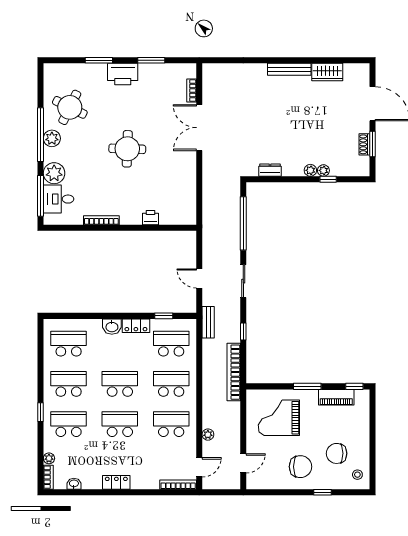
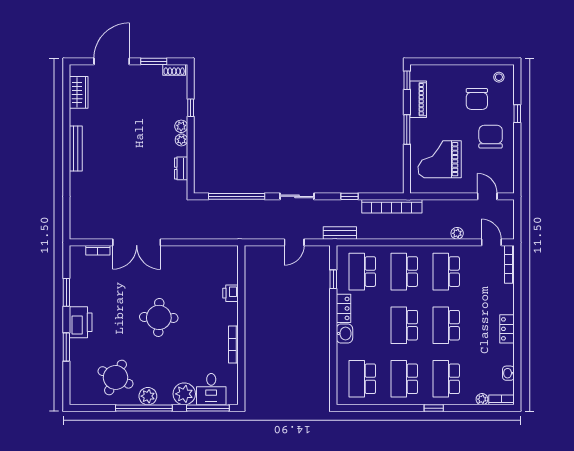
wardrobe: (327, 72) -> (79, 92), moved
shoe rack: (364, 144) -> (174, 70), moved
plant: (323, 170) -> (181, 140), moved
grand piano: (279, 418) -> (440, 159), turned 90

